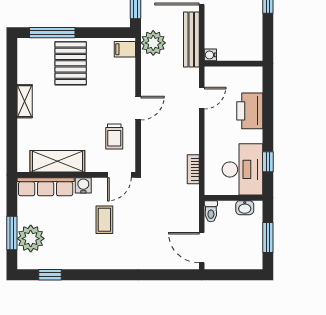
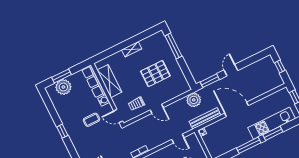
filing cabinet: (125, 49) -> (183, 87), removed
pallet: (71, 63) -> (155, 74), moved
window: (50, 275) -> (62, 131), moved

